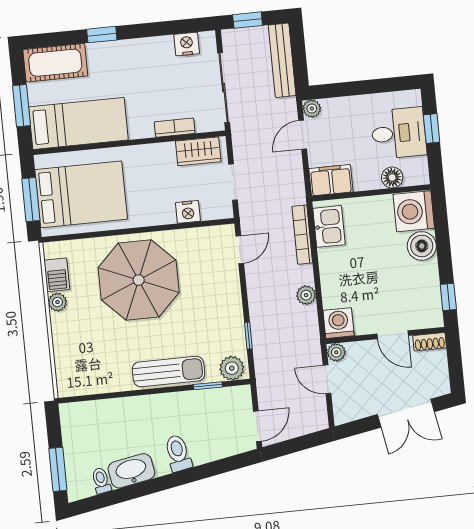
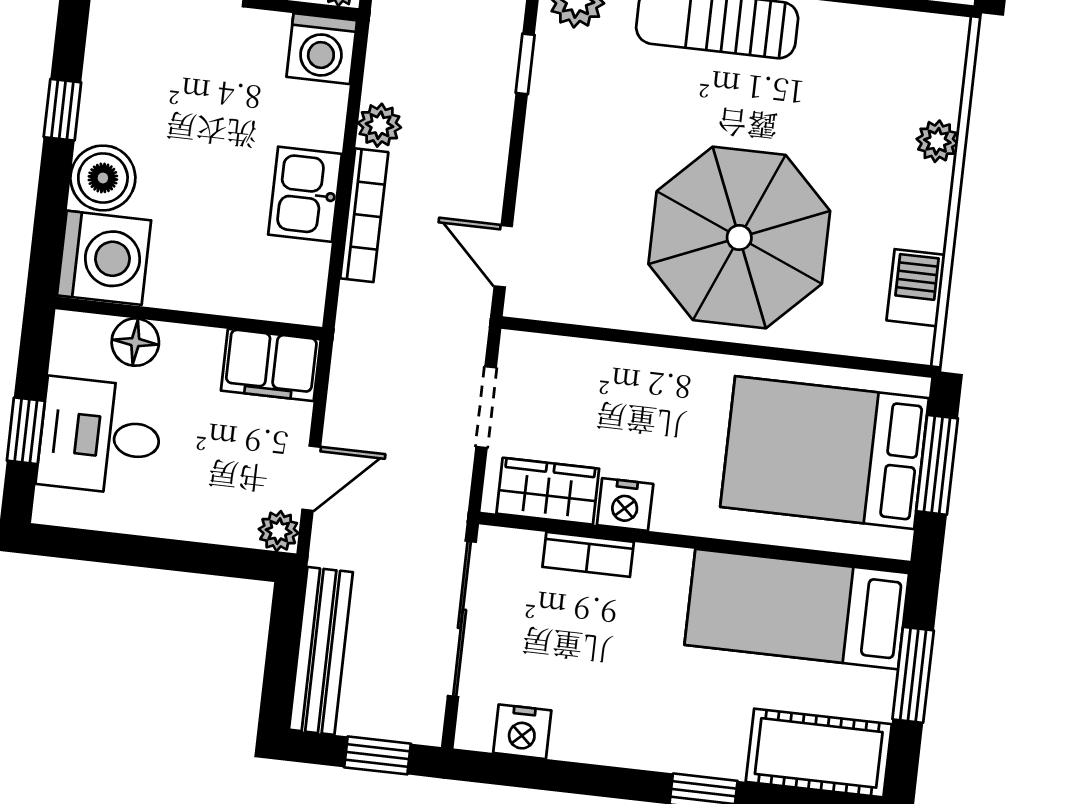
nightstand: (188, 212) -> (625, 505), moved, turned 180
kitchen sink: (329, 226) -> (305, 194), moved
bookcase: (302, 235) -> (364, 215), moved
door: (240, 250) -> (503, 256), hinge flipped
window: (448, 297) -> (62, 110), moved
plant: (57, 302) -> (937, 141), moved

